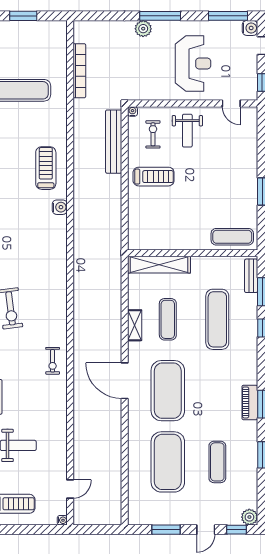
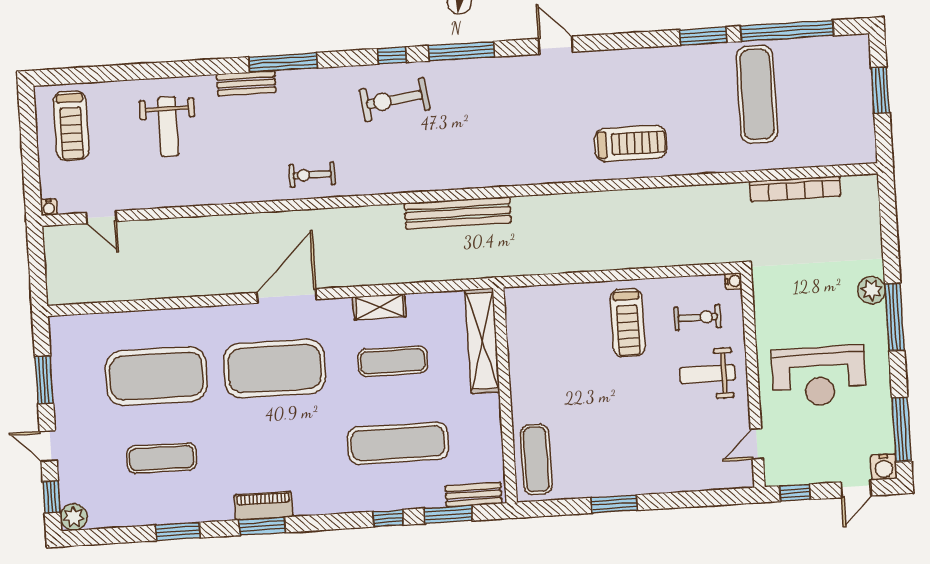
bench: (114, 142) -> (458, 213), moved
water cooler: (60, 207) -> (567, 171), removed

